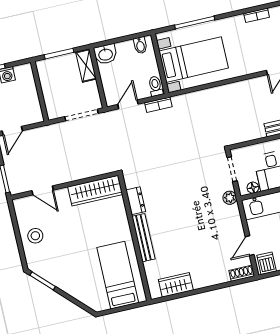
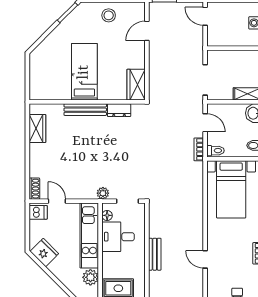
wardrobe: (95, 191) -> (136, 85), width x0.67
bed: (118, 275) -> (84, 72), moved, turned -90

